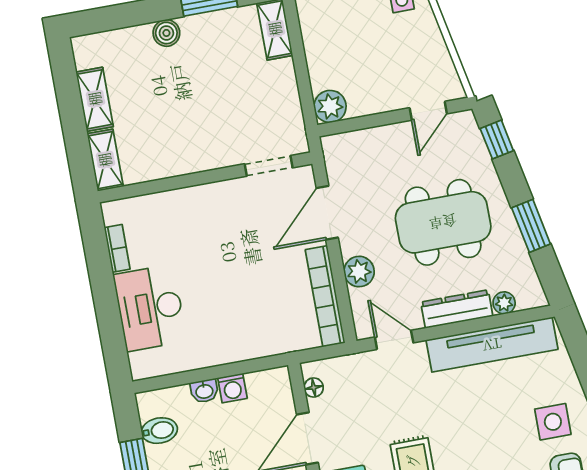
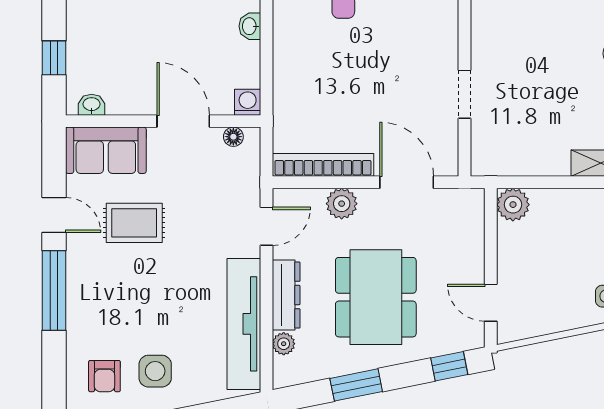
doorway: (269, 166) -> (464, 94), moved
washing machine: (232, 388) -> (248, 102), moved, turned 90

